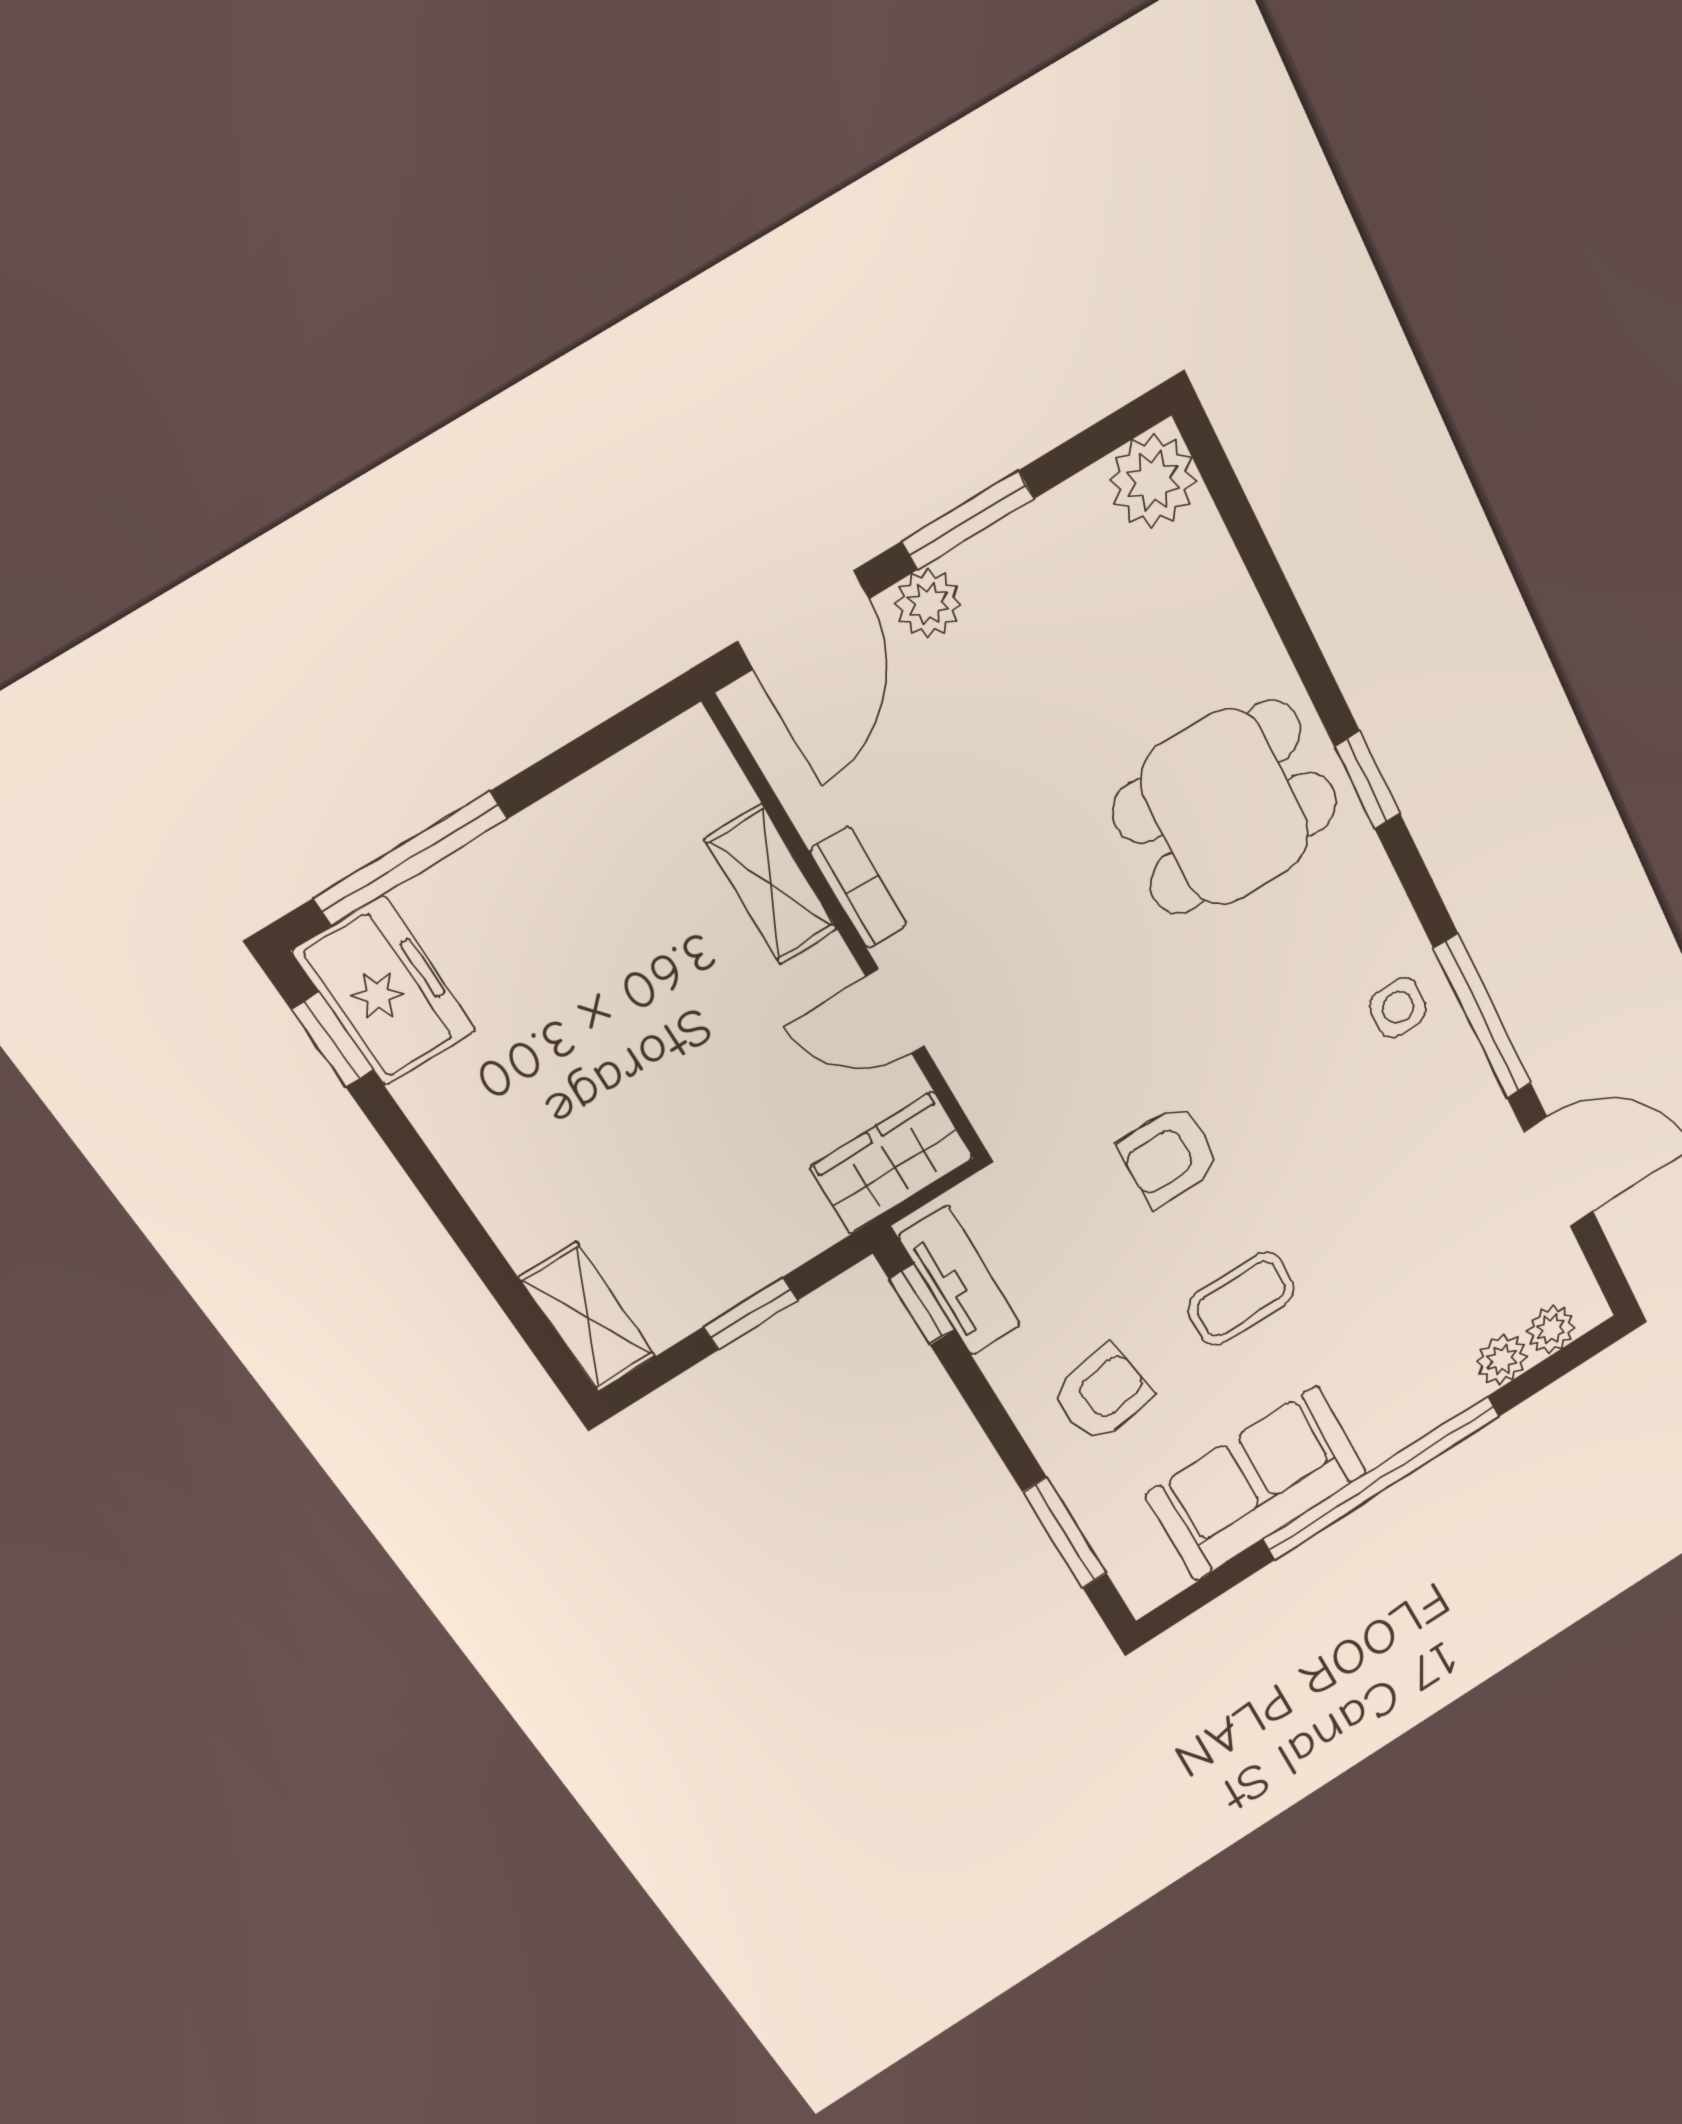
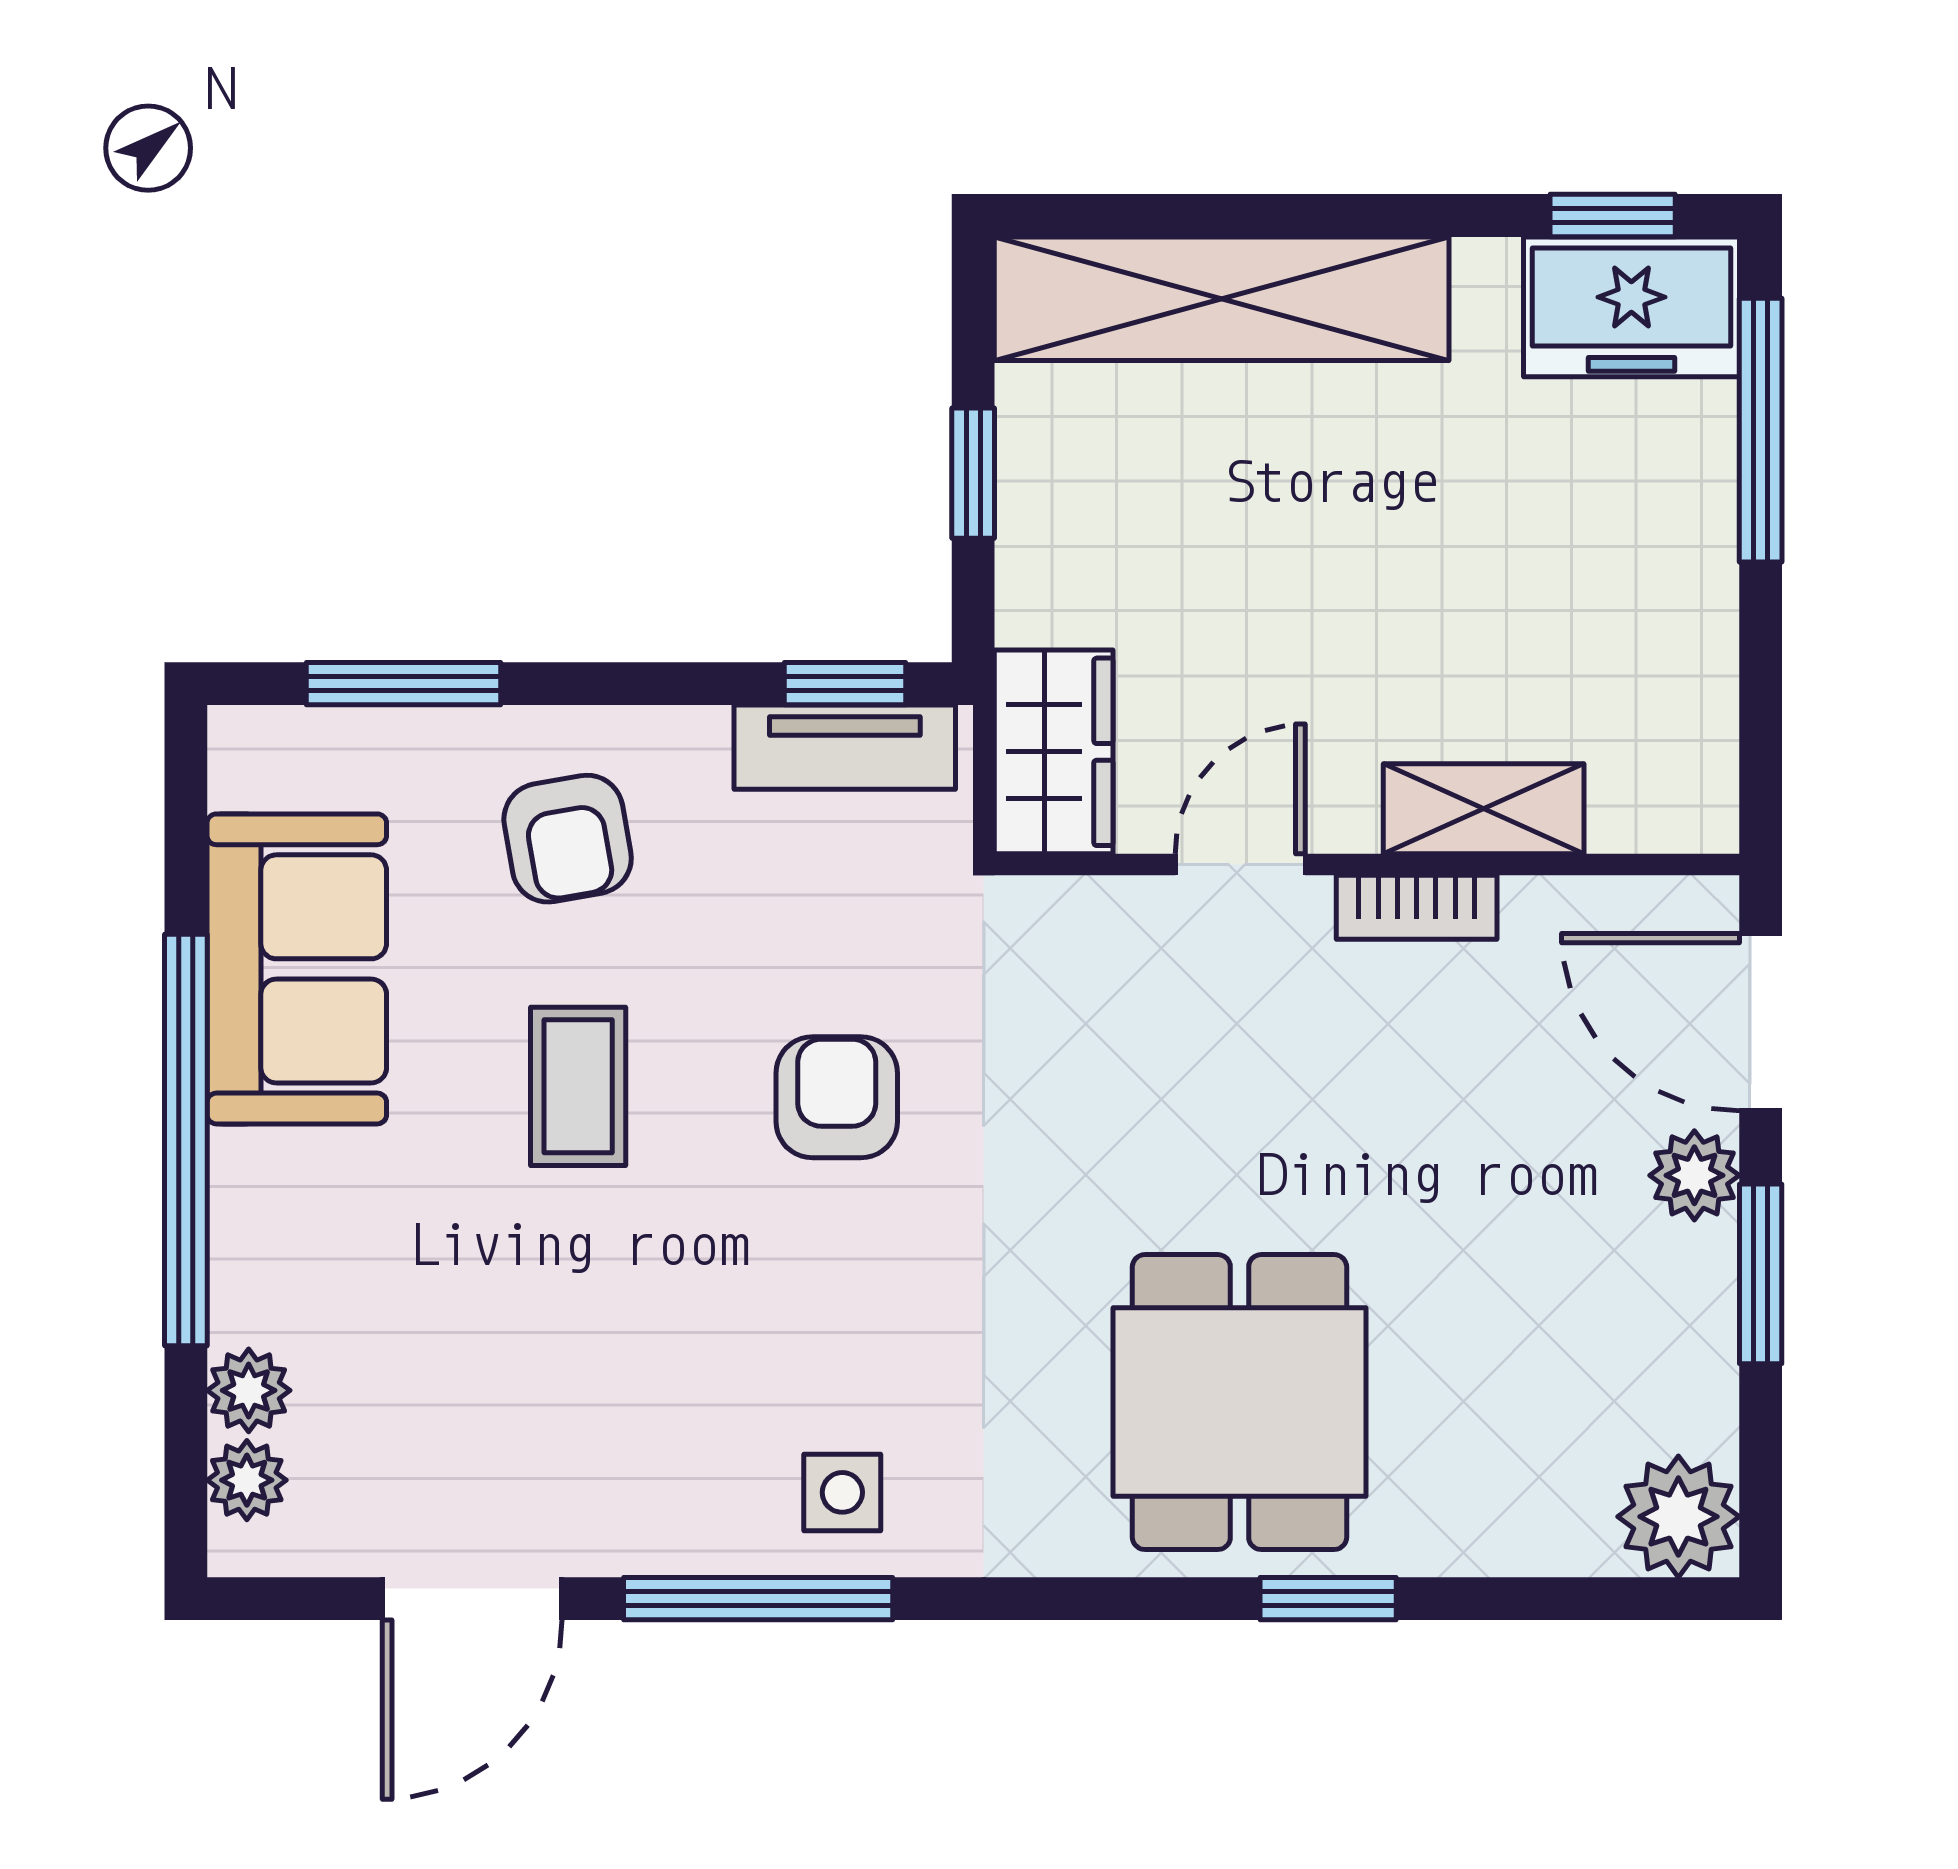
window: (1367, 780) -> (1328, 1599), moved
shelving: (587, 1317) -> (1222, 299), width x2.20, depth x1.33

